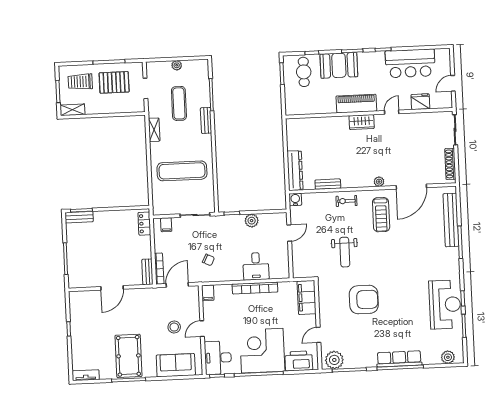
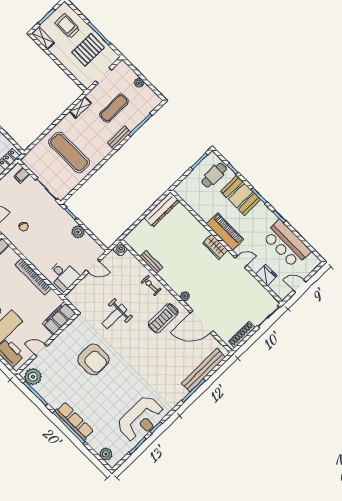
pallet: (114, 82) -> (88, 50), turned 90
dresser: (295, 171) -> (162, 209), moved
desk: (256, 266) -> (63, 275), moved, turned -90

